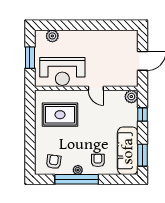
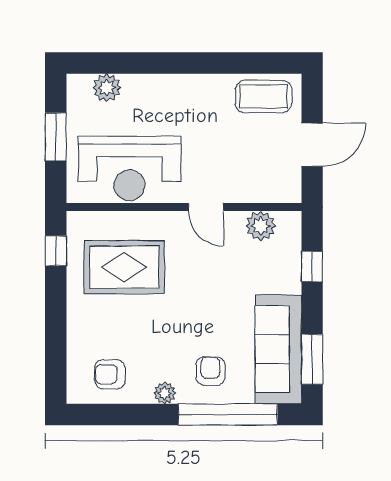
coffee table: (121, 40) -> (263, 96), added
plant: (131, 97) -> (261, 226), moved
window: (30, 108) -> (56, 251), added
armchair: (54, 162) -> (110, 374), turned -96
window: (77, 179) -> (228, 414), moved

